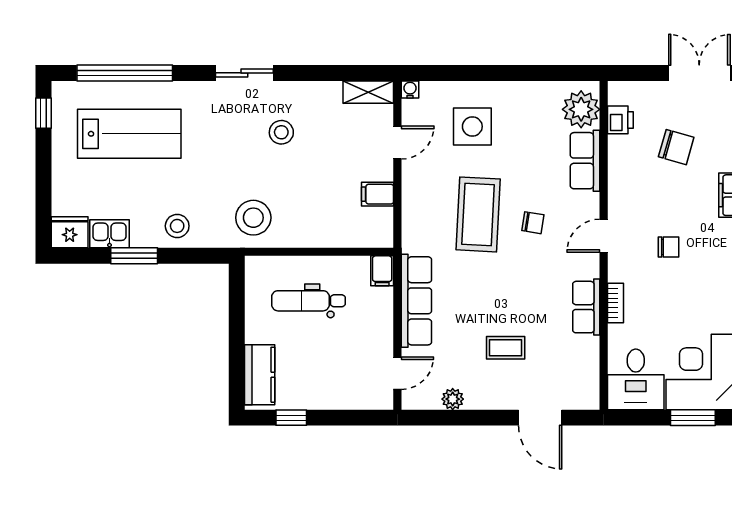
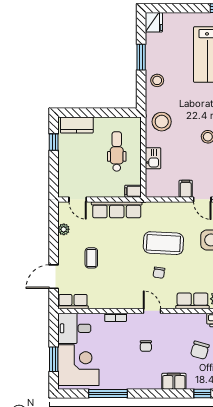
filing cabinet: (377, 194) -> (186, 189), moved
kitchen sink: (109, 234) -> (153, 158), moved
row of seats: (586, 307) -> (73, 302), moved

